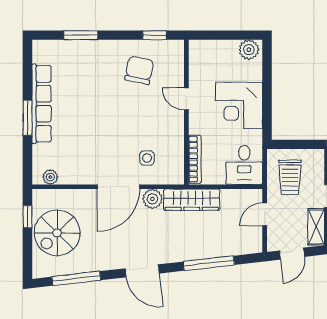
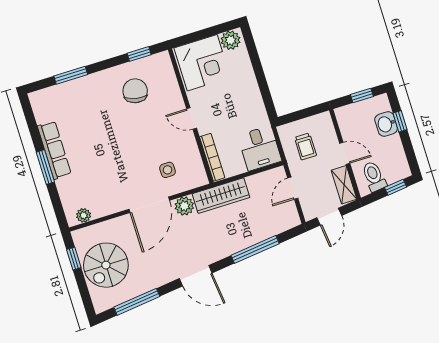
door: (186, 99) -> (192, 119), moved
row of seats: (42, 104) -> (54, 150), width x0.73
corner desk: (239, 105) -> (202, 63), moved, turned -90
trolley: (290, 177) -> (305, 146), width x0.73, depth x0.72

